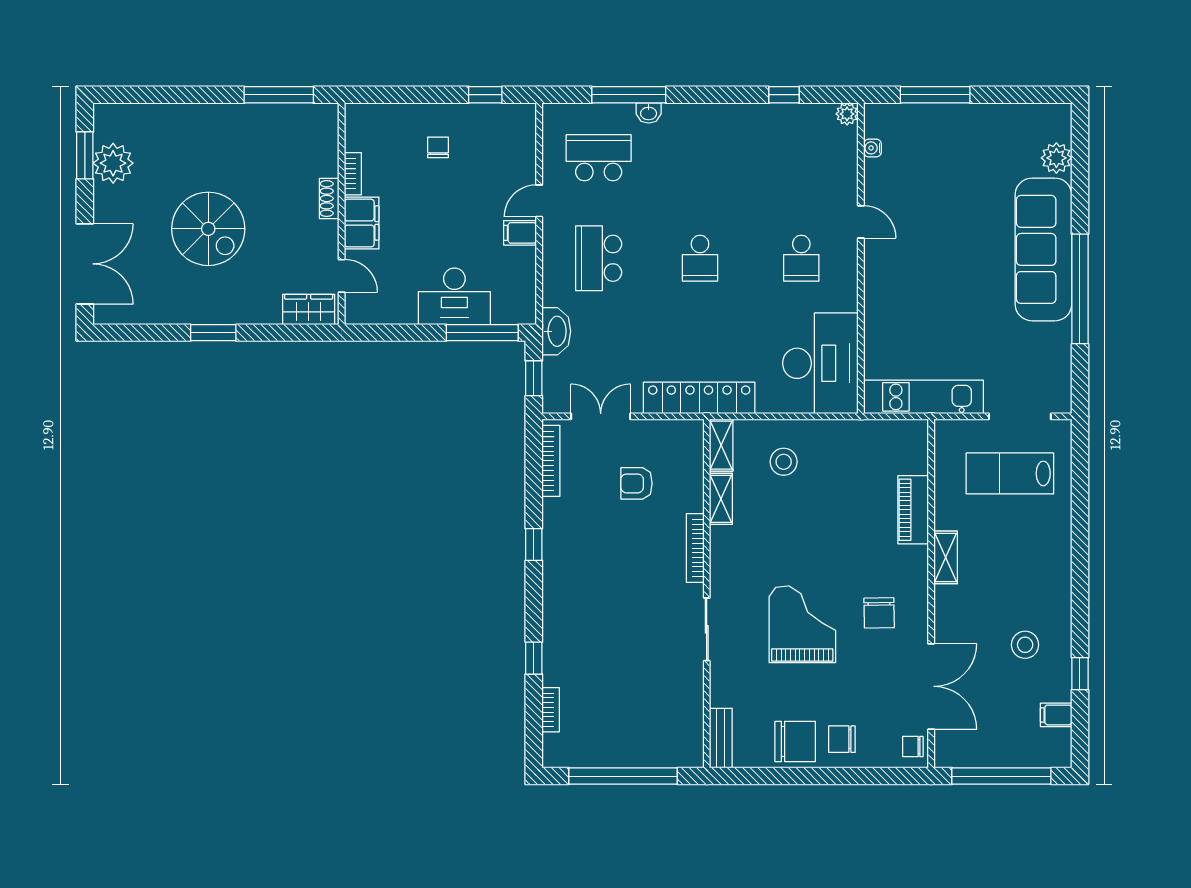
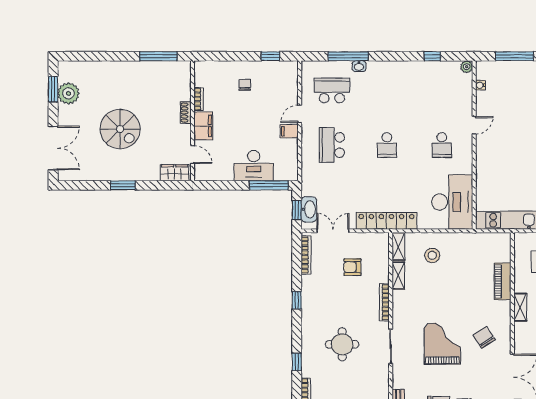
door: (861, 222) -> (474, 125), hinge flipped
washbasin: (556, 331) -> (309, 209), moved
chair: (879, 613) -> (484, 337), turned 148
round table: (618, 626) -> (342, 344), added

